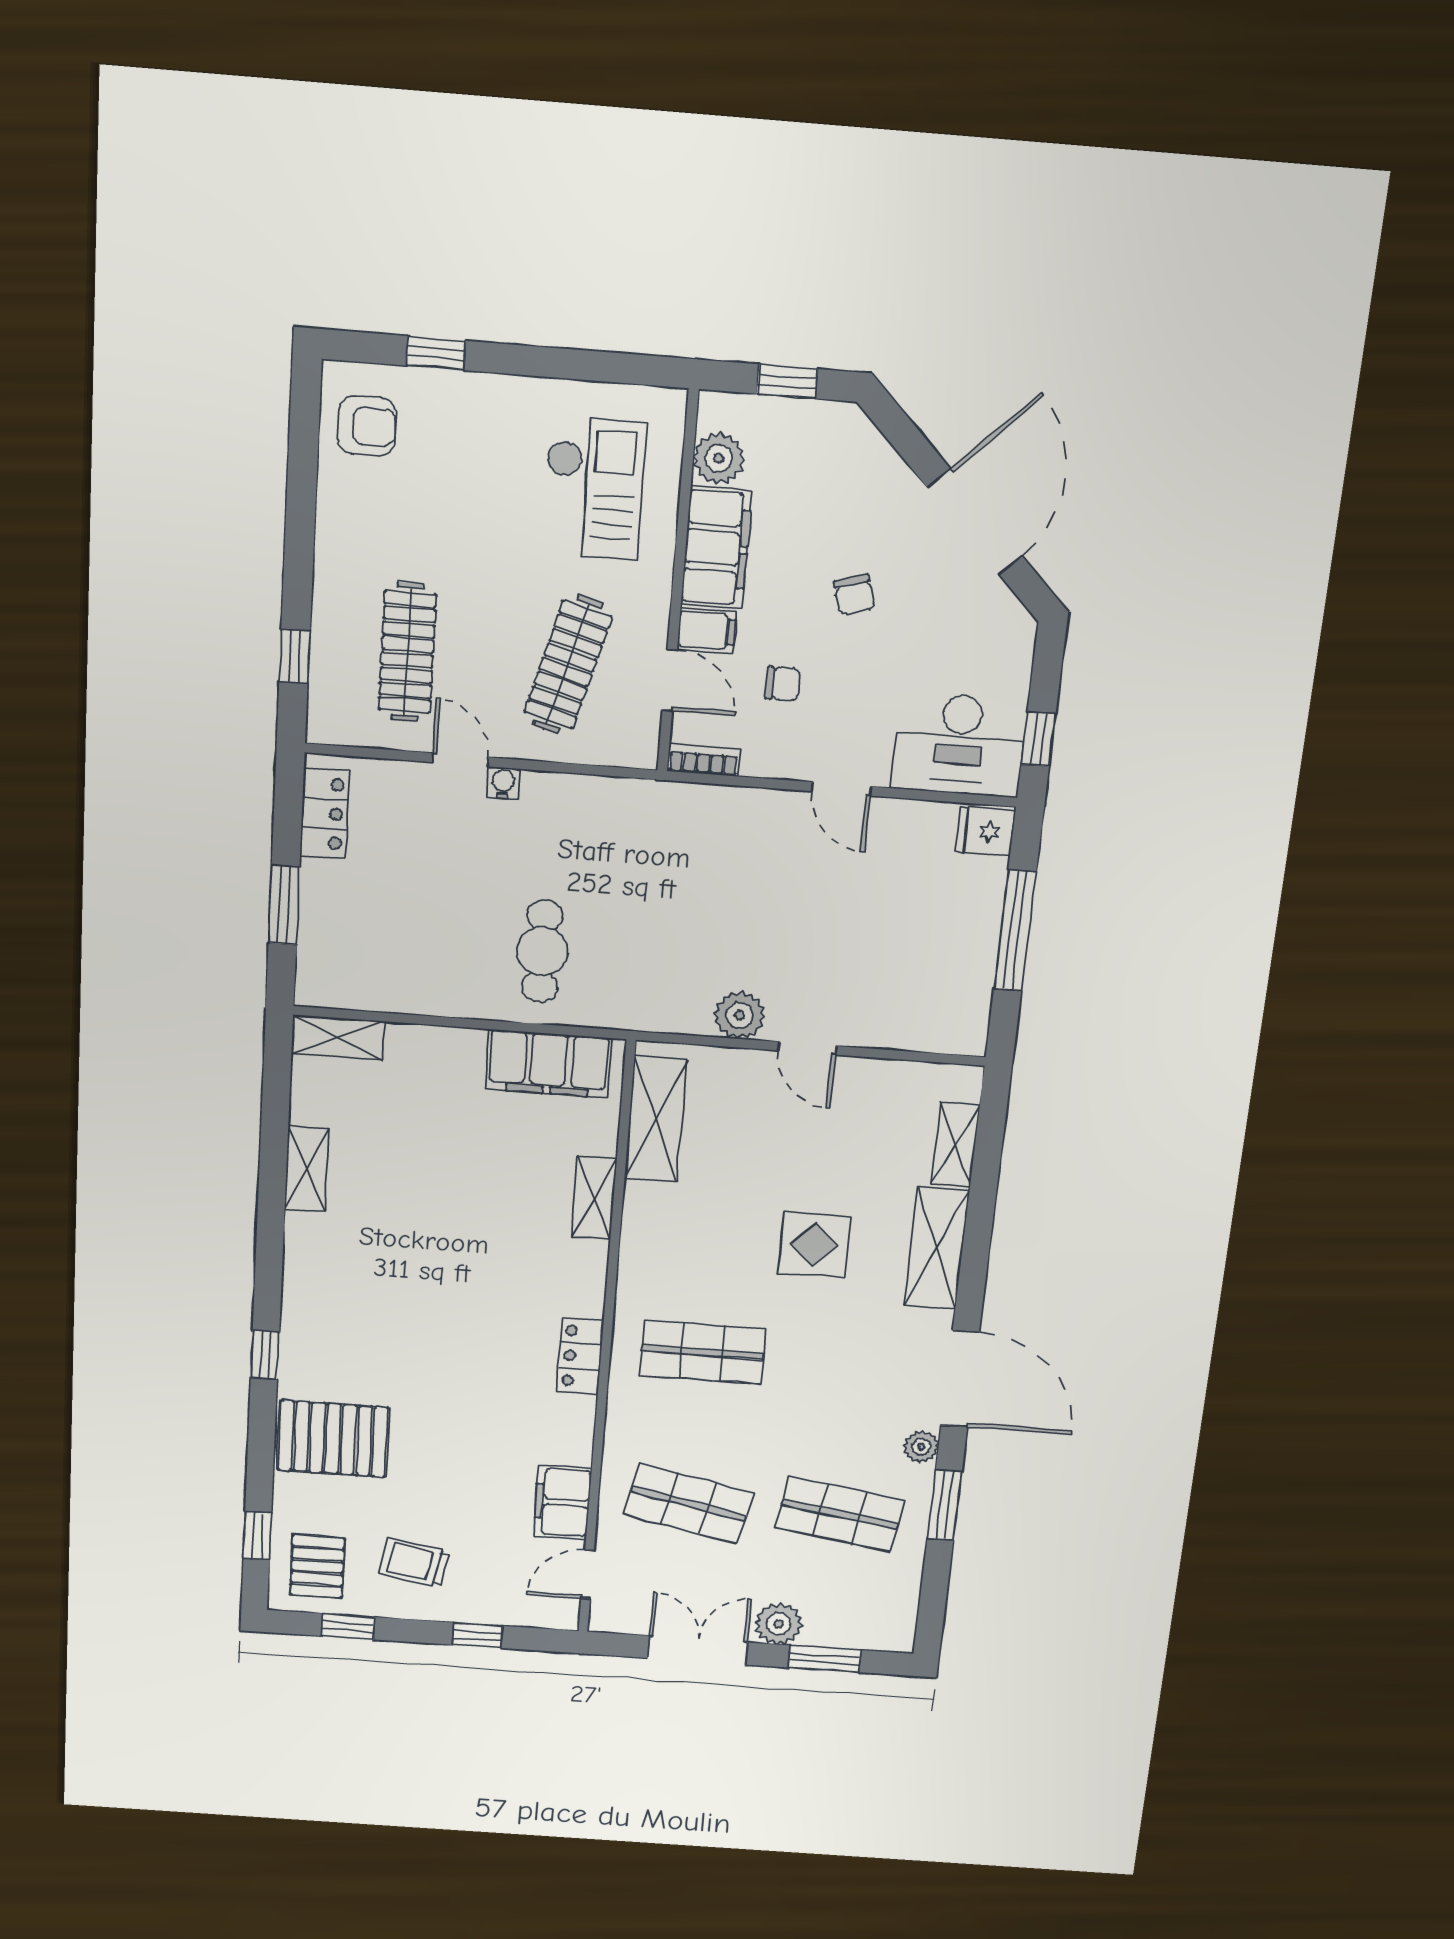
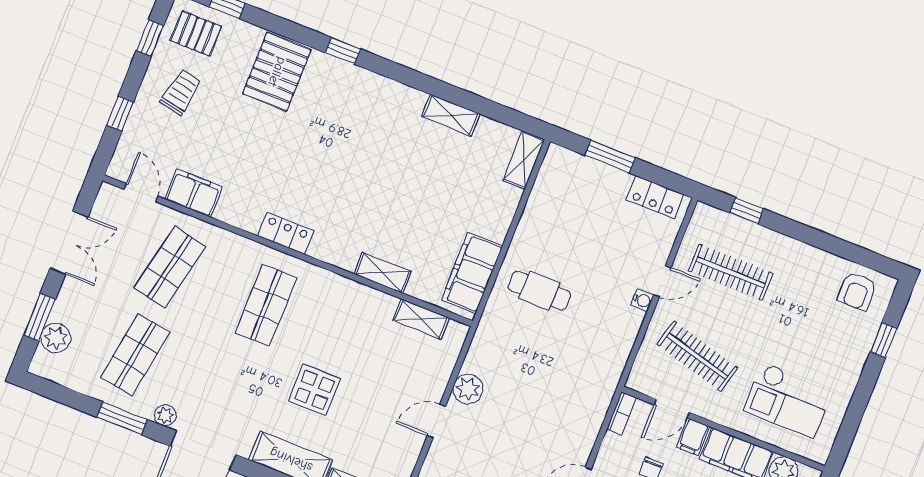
shelving: (656, 1119) -> (421, 319), width x0.67, depth x0.75
plant: (779, 1624) -> (56, 338), moved

